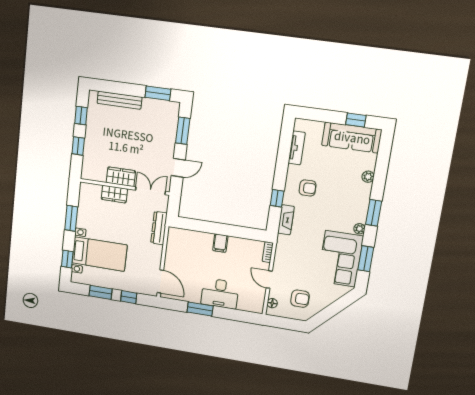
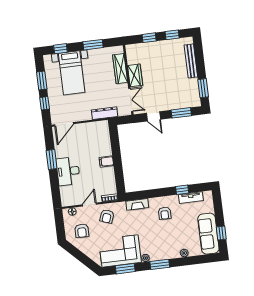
wardrobe: (114, 194) -> (120, 69), width x1.50
window: (277, 198) -> (182, 190), moved
armchair: (291, 262) -> (107, 216), added

